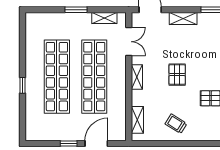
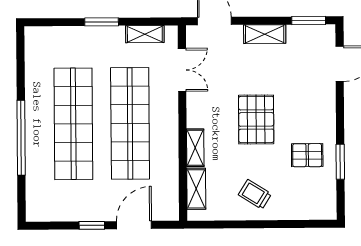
pallet: (177, 75) -> (256, 119), width x1.50, depth x1.42
shelving: (137, 77) -> (195, 148), moved
window: (23, 85) -> (21, 138), width x3.17

